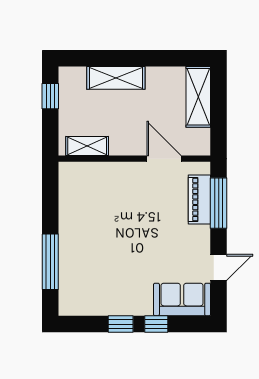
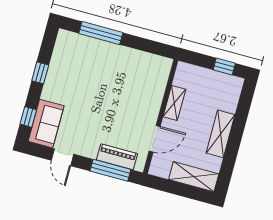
shelving: (116, 78) -> (220, 134), moved
shelving: (87, 146) -> (174, 103), moved
window: (156, 324) -> (28, 117), moved

